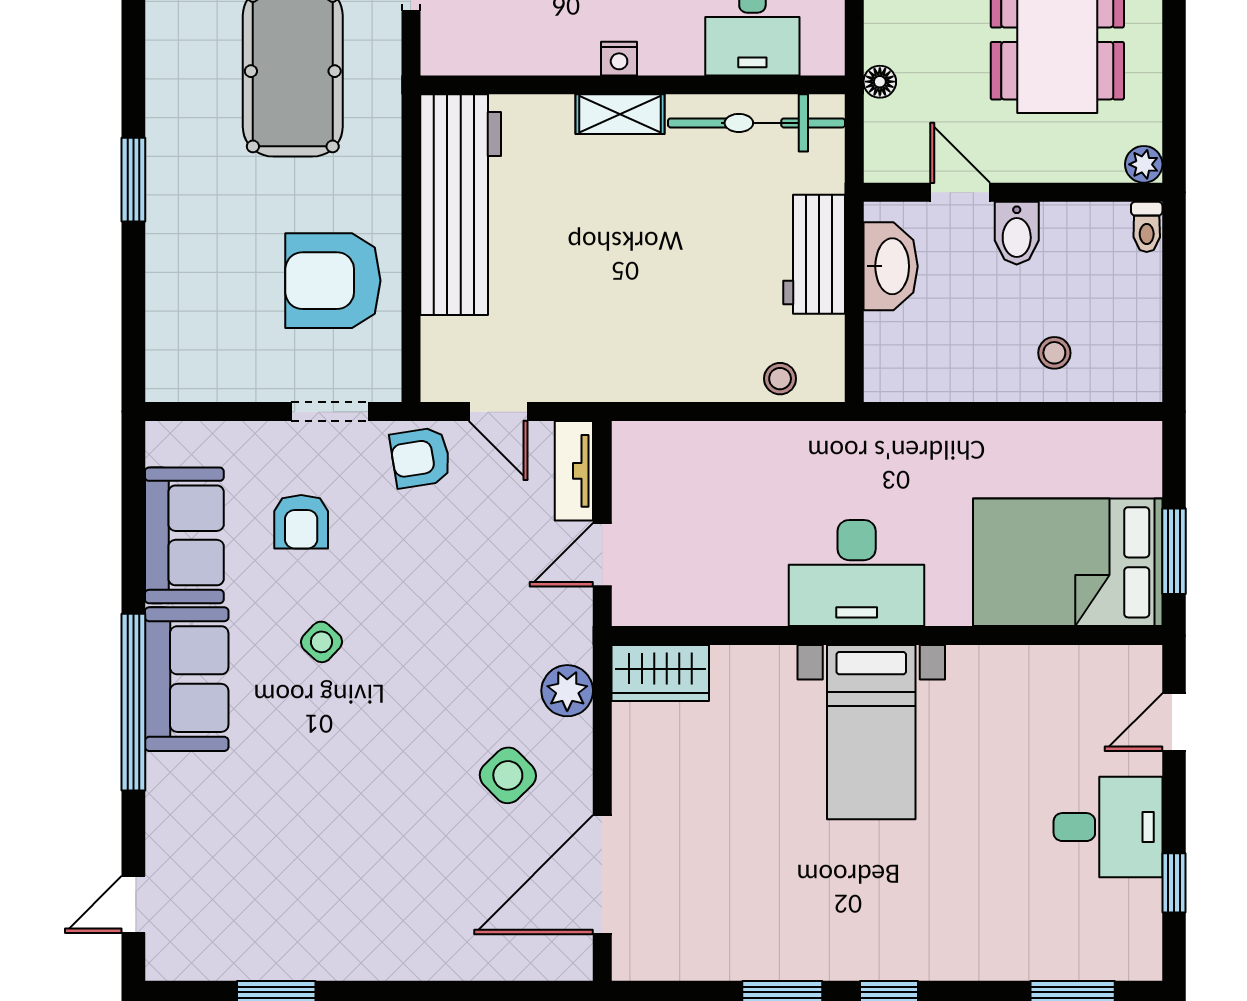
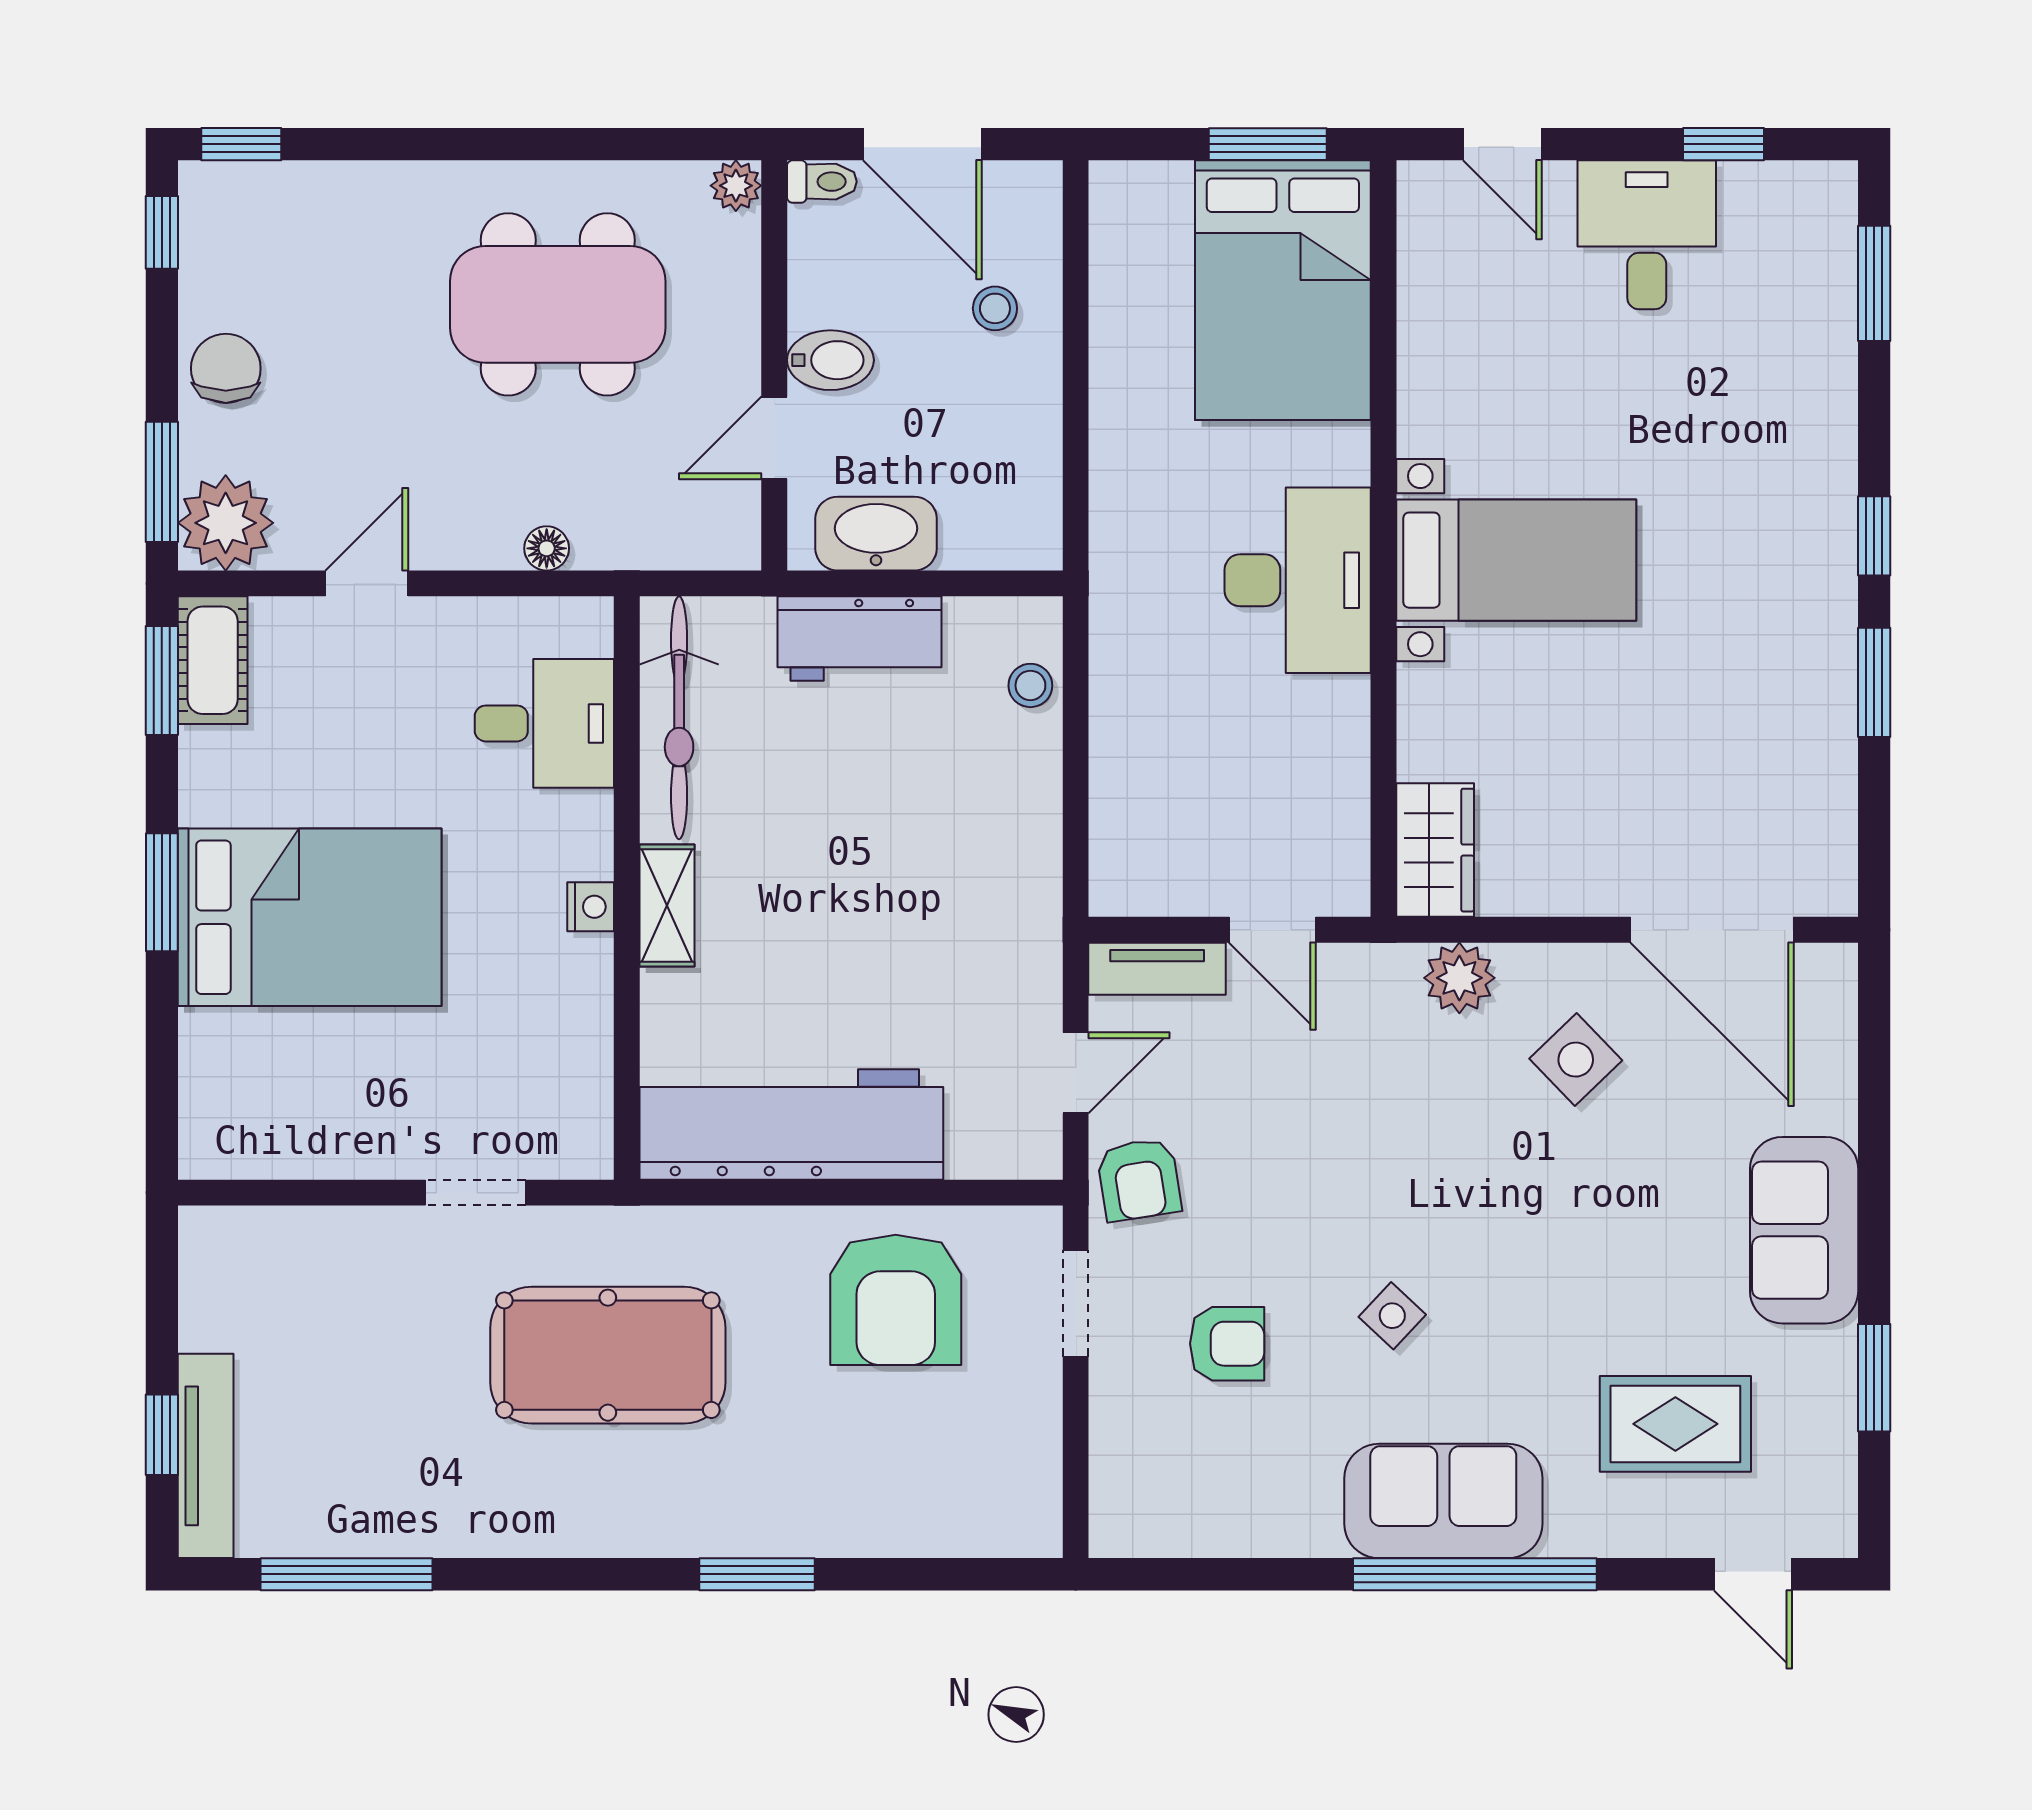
floor lamp: (880, 82) -> (547, 548), moved
door: (1174, 300) -> (922, 144), added
sofa: (184, 535) -> (1804, 1230), moved, turned -90
rug: (243, 848) -> (1675, 1424), added

